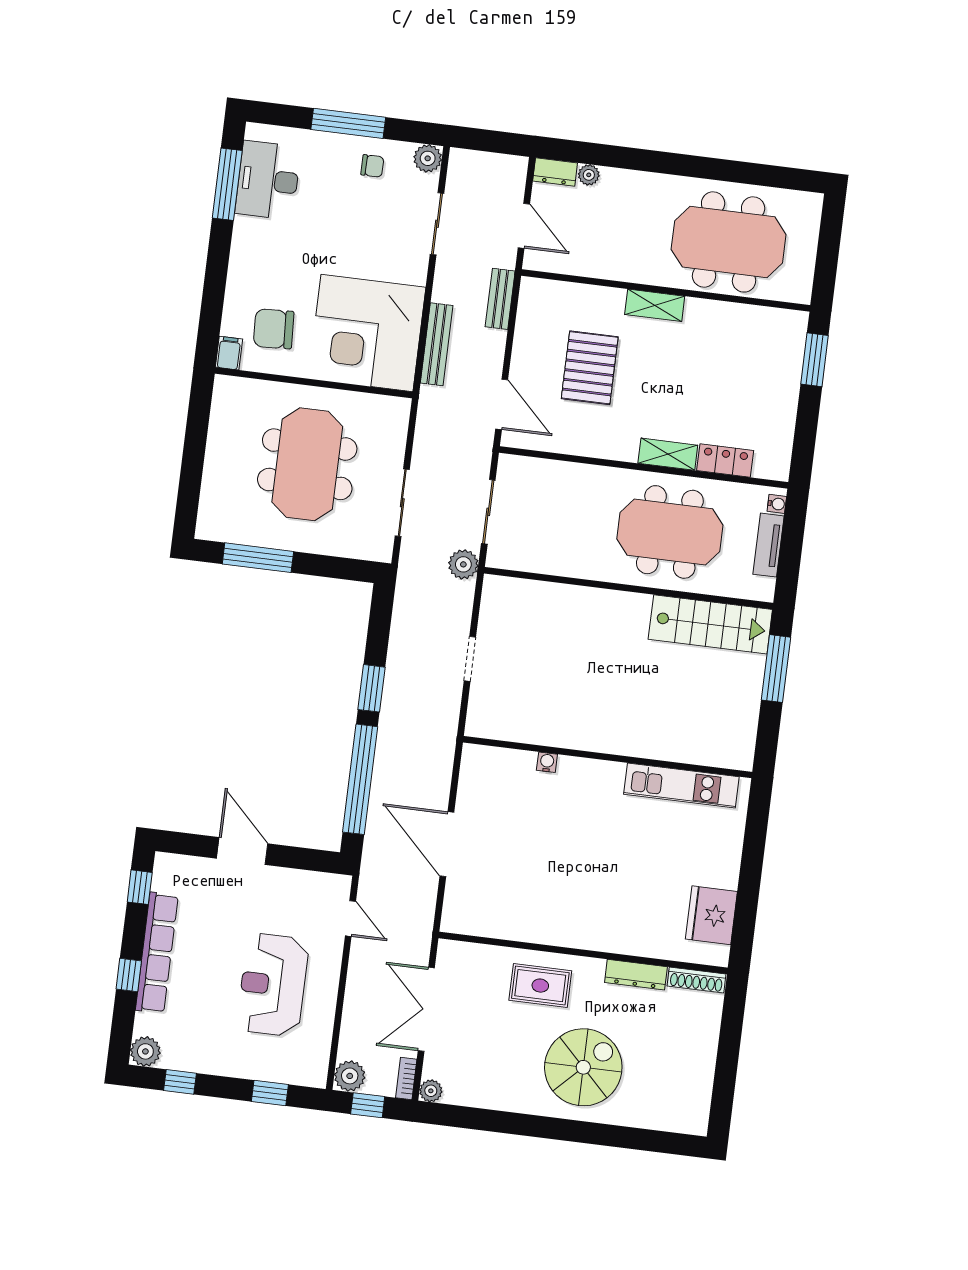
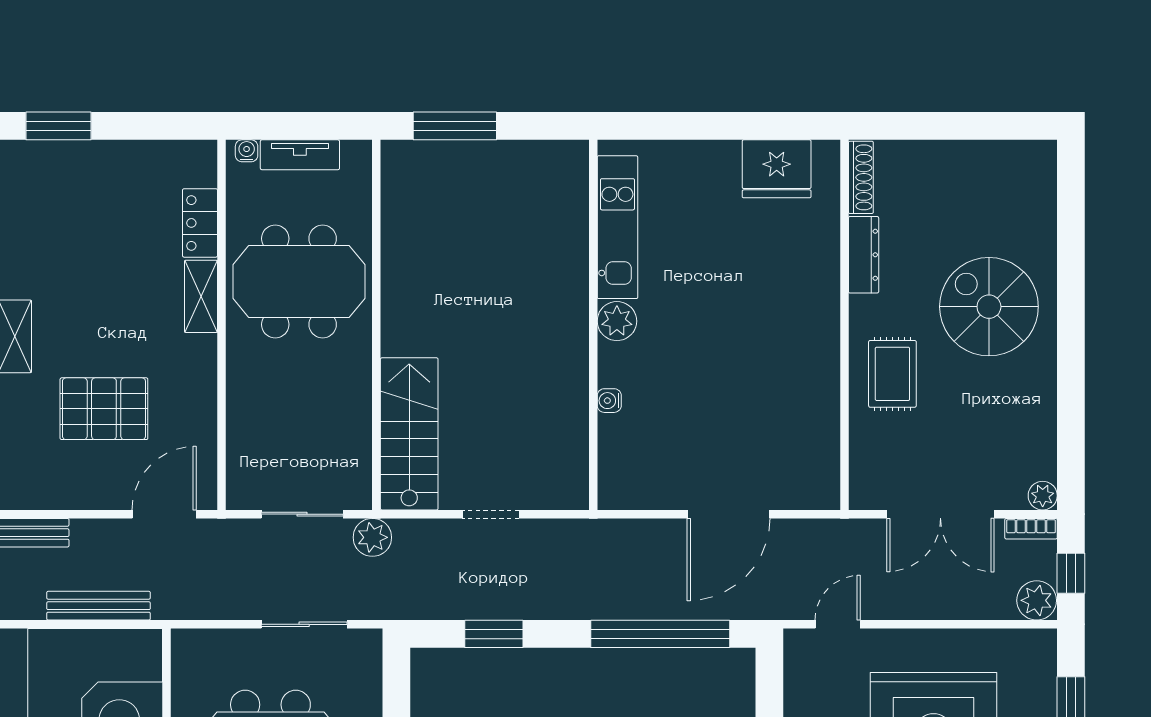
meeting table: (670, 532) -> (299, 282), turned 90
stairs: (710, 624) -> (409, 434), moved
window: (372, 688) -> (494, 634), moved
plant: (608, 776) -> (617, 321), added

